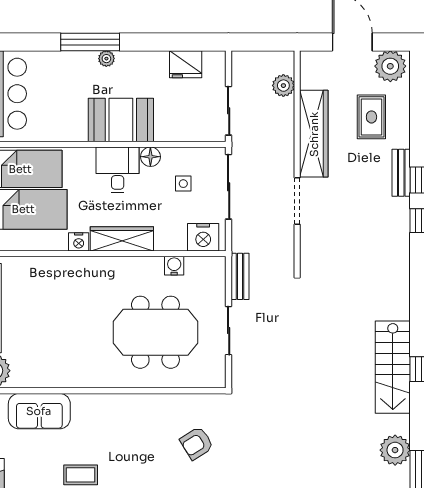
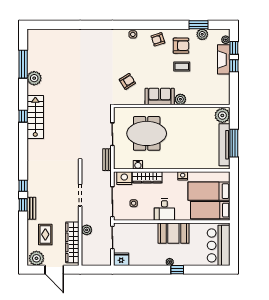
window: (90, 42) -> (177, 270), width x0.46
fridge: (186, 64) -> (121, 259), moved
plant: (283, 86) -> (87, 230), moved
booth: (121, 120) -> (173, 233), moved
wardrobe: (314, 134) -> (72, 242), moved
floor lamp: (150, 157) -> (149, 216), removed
wardrobe: (122, 239) -> (147, 177), moved
plant: (84, 405) -> (180, 99), added
sofa: (39, 411) -> (160, 96), moved

